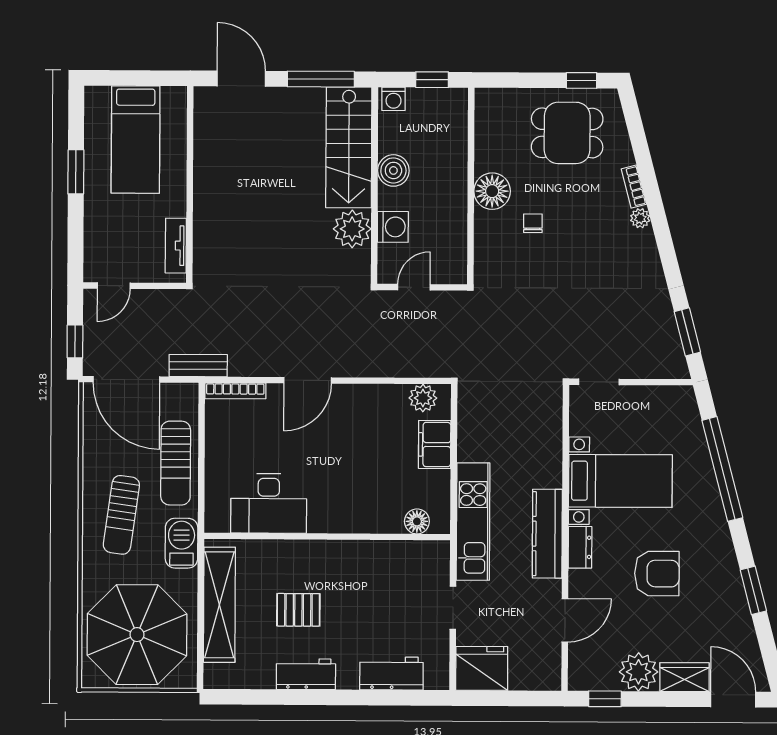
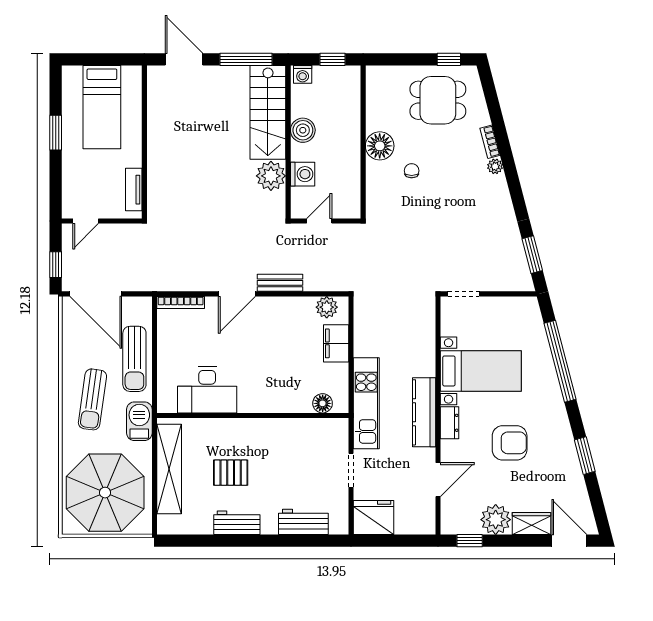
bench: (198, 366) -> (280, 283), moved

